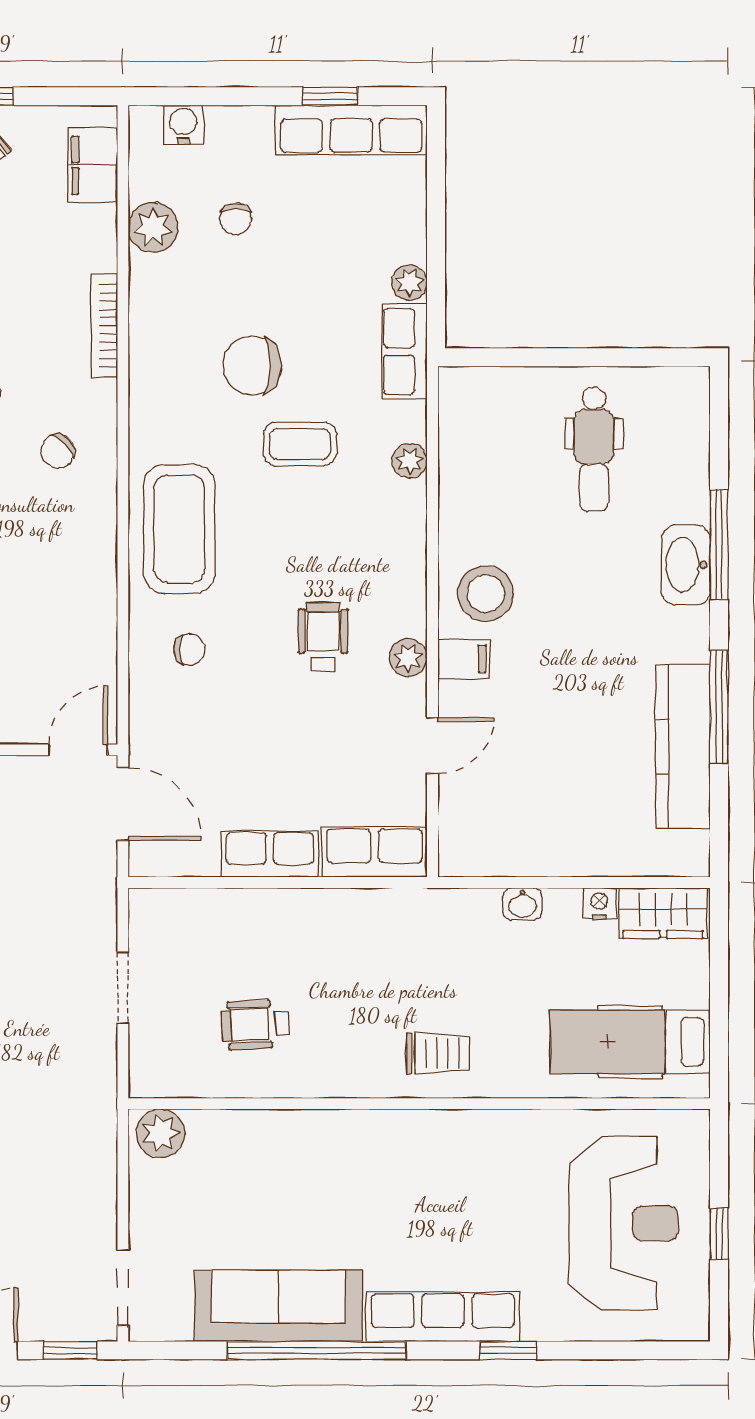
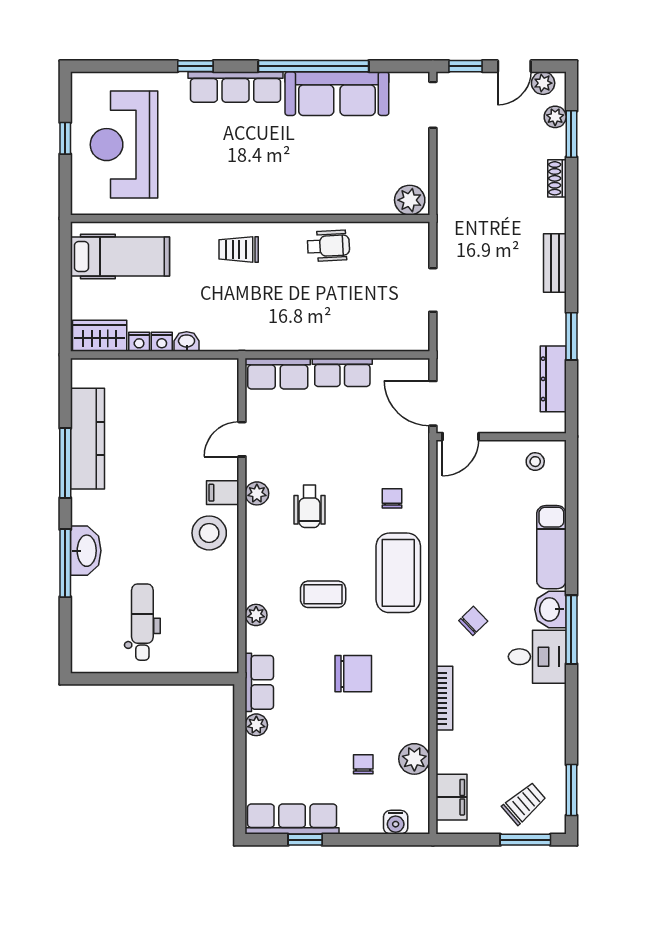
coffee table: (300, 444) -> (323, 594), moved
chair: (189, 650) -> (392, 498), turned 90
nightstand: (563, 904) -> (162, 342), added
wheelchair: (255, 1025) -> (328, 246), moved

